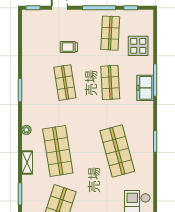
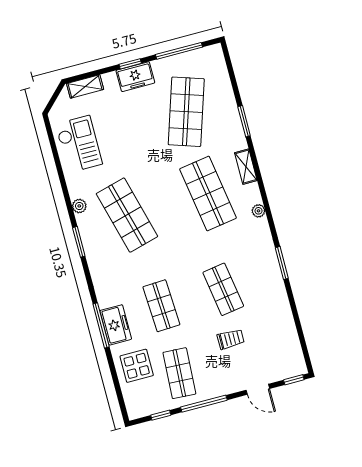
freezer: (145, 88) -> (116, 325), moved
plant: (148, 166) -> (79, 206), added

